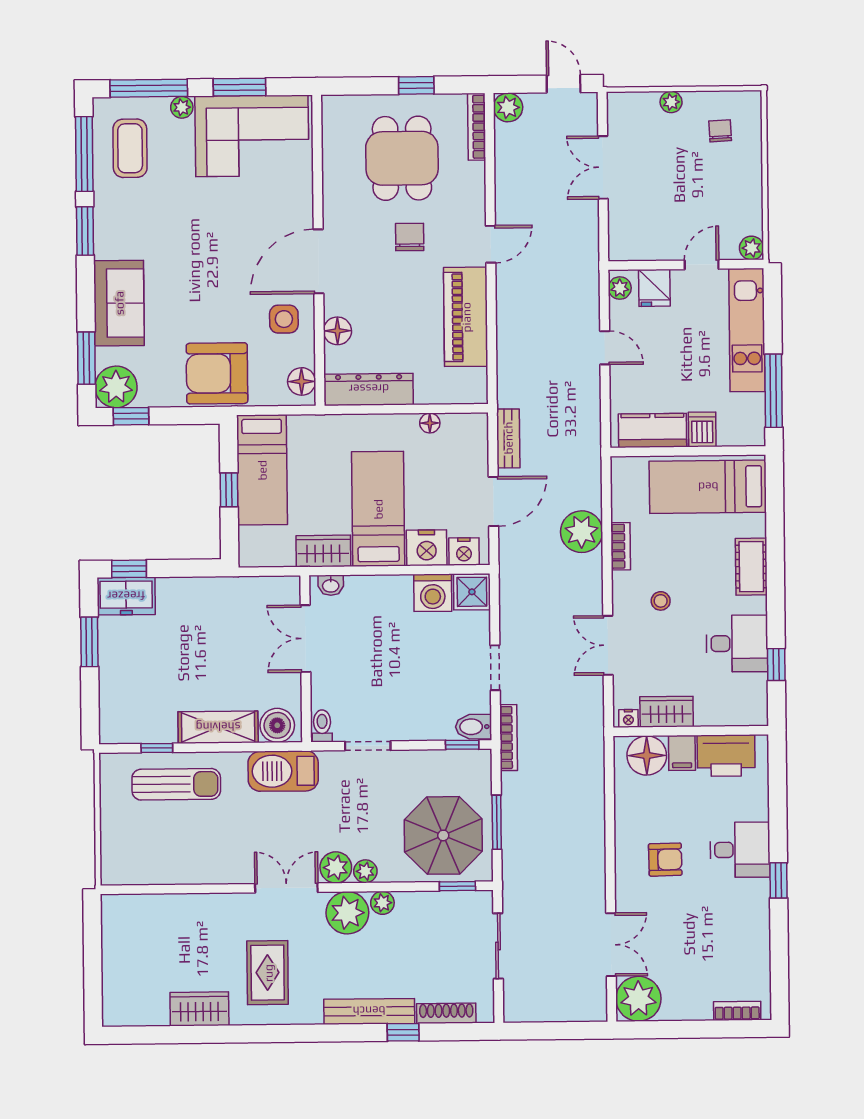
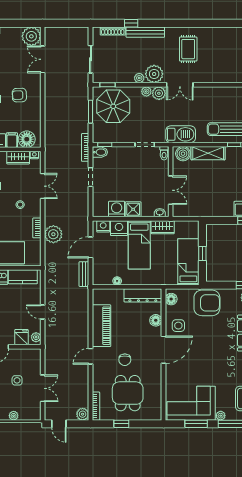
side table: (664, 186) -> (17, 380), added
shower: (472, 592) -> (133, 209), moved
wardrobe: (199, 1009) -> (217, 34), removed

